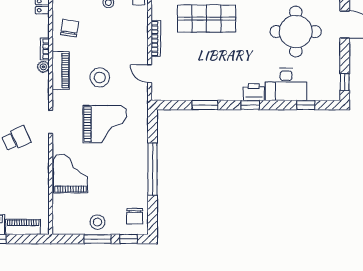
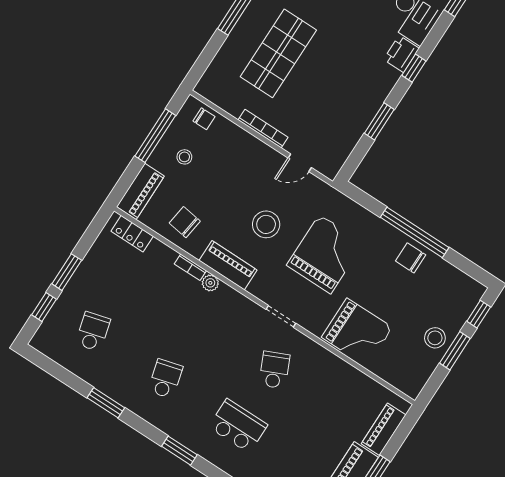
grand piano: (71, 174) -> (357, 332), turned 180
chair: (135, 216) -> (411, 258), moved, turned 180

